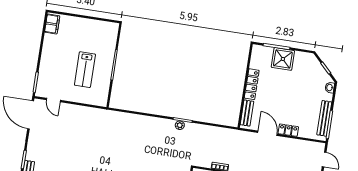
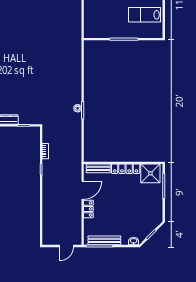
shower: (283, 59) -> (150, 173), moved
lab bench: (85, 70) -> (145, 15), moved

